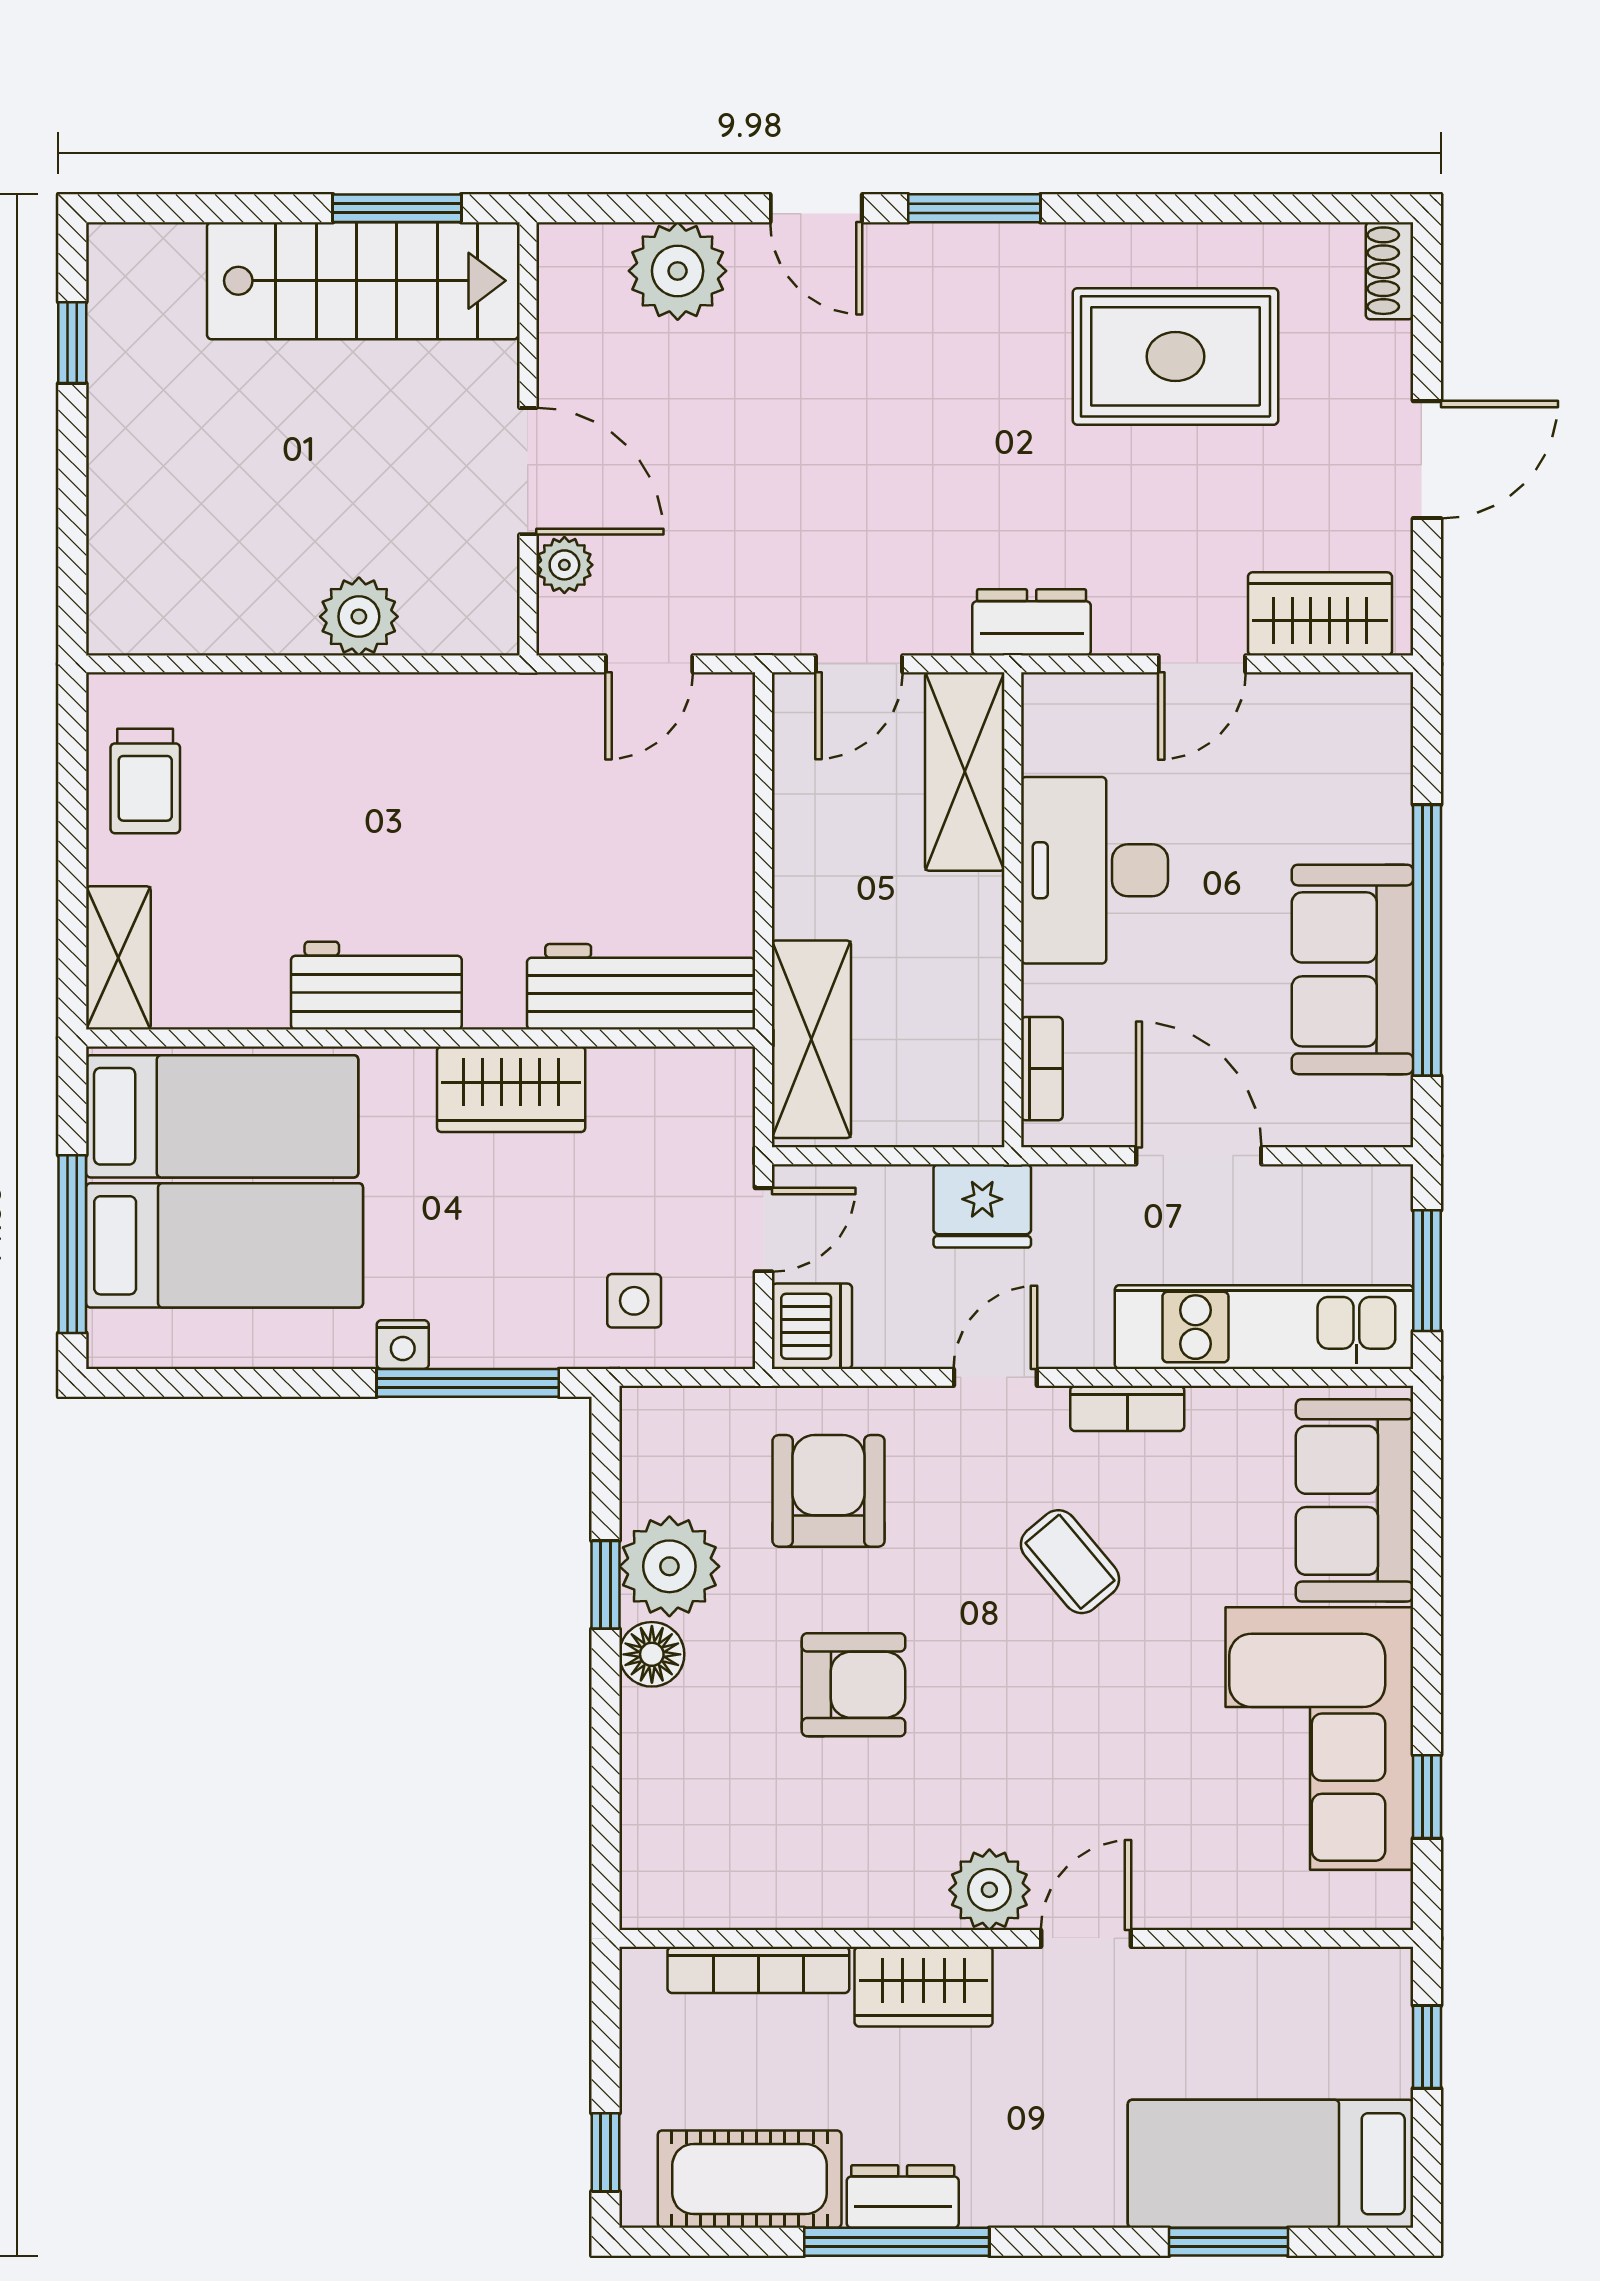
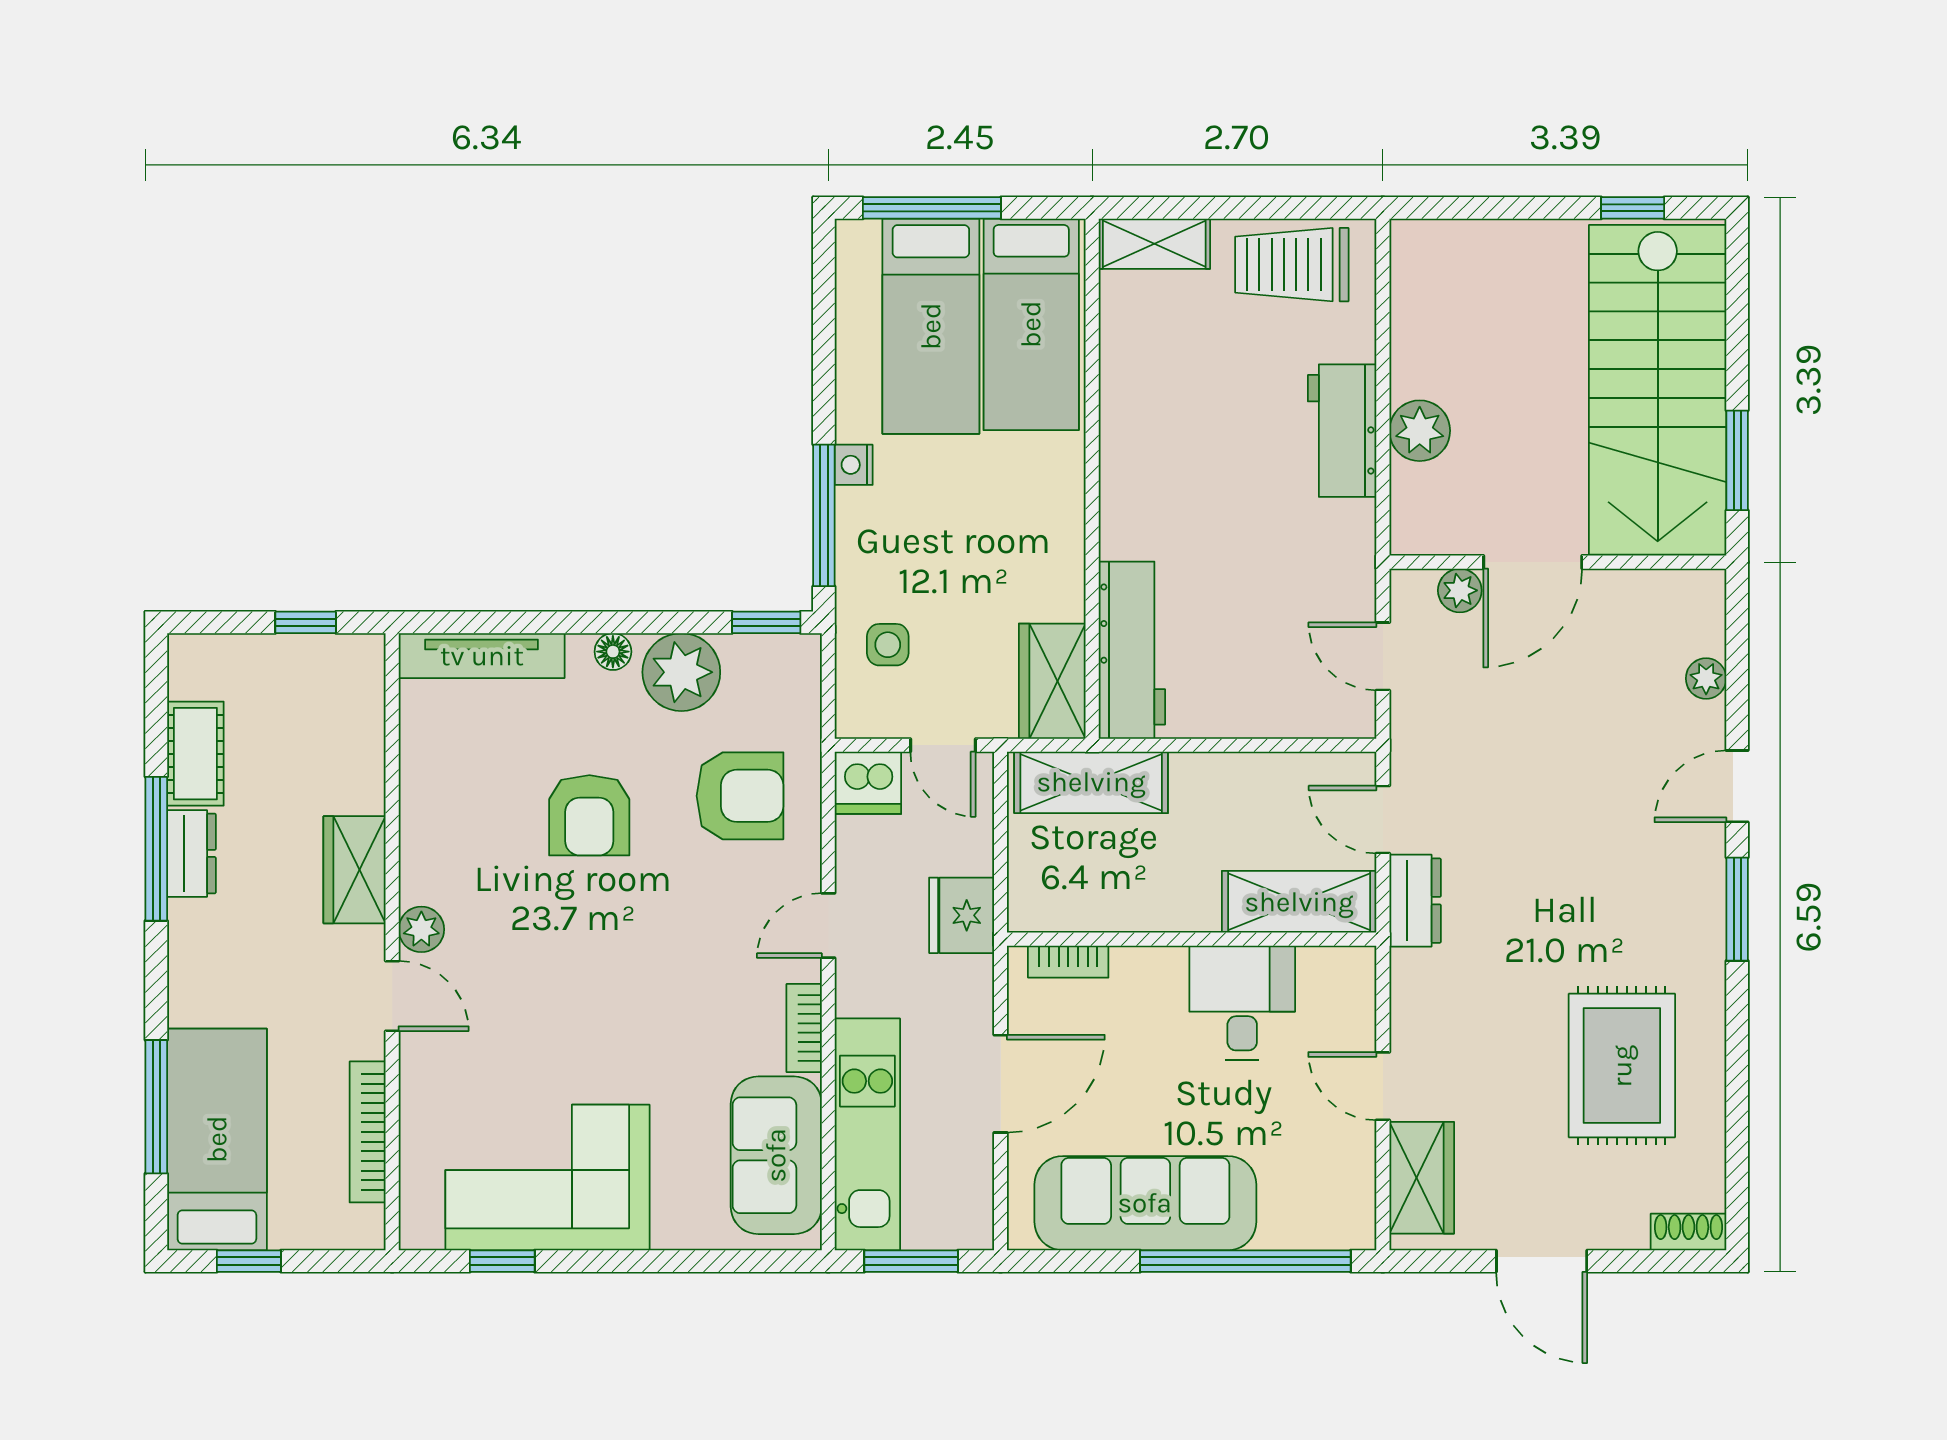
plant: (678, 271) -> (1706, 678), width x0.53, depth x0.53
stairs: (363, 281) -> (1658, 390), width x1.36, depth x1.51
dresser: (1032, 622) -> (1415, 901), moved
trolley: (145, 781) -> (1292, 265), width x1.36, depth x1.39
desk: (1094, 870) -> (1242, 1003), width x0.73
window: (1427, 940) -> (1245, 1261), moved
sofa: (1352, 969) -> (1145, 1203), width x1.36
workbench: (376, 986) -> (1342, 431), moved, turned 180
wardrobe: (511, 1089) -> (1052, 681), moved
door: (995, 1377) -> (828, 926), swing flipped
sofa: (1355, 1500) -> (776, 1155), moved, turned -90
coffee table: (1070, 1562) -> (685, 984), removed
window: (606, 1585) -> (766, 622), moved
floor lamp: (652, 1654) -> (613, 652), width x0.73, depth x0.73
tv unit: (648, 1823) -> (482, 656), added
plant: (989, 1890) -> (421, 929), width x0.73, depth x0.73
bookcase: (758, 1970) -> (368, 1132), moved
window: (1427, 2047) -> (249, 1261), moved
window: (606, 2152) -> (306, 622), moved
cot: (750, 2179) -> (195, 754), width x0.73, depth x0.75
window: (1229, 2242) -> (156, 1107), width x1.44

